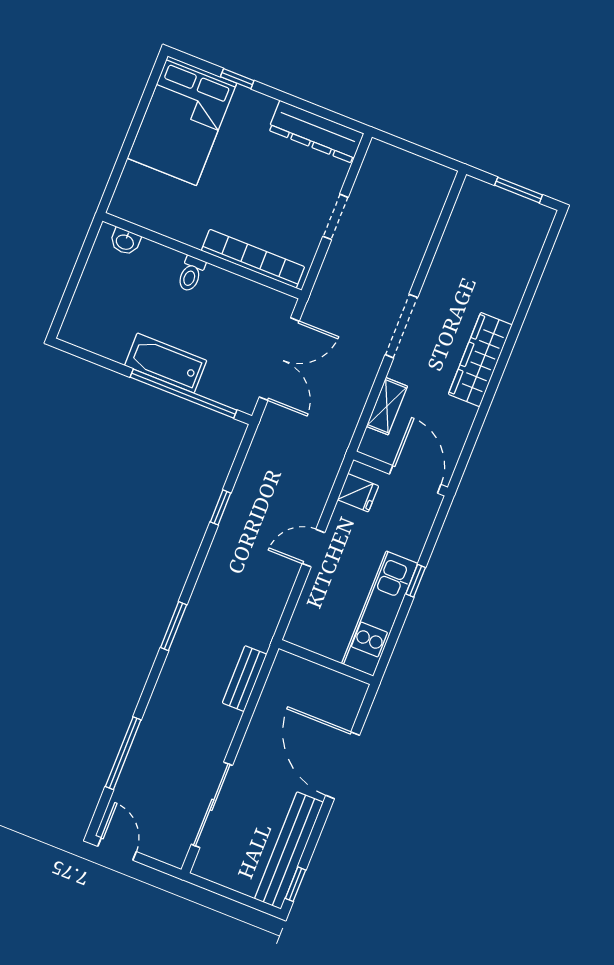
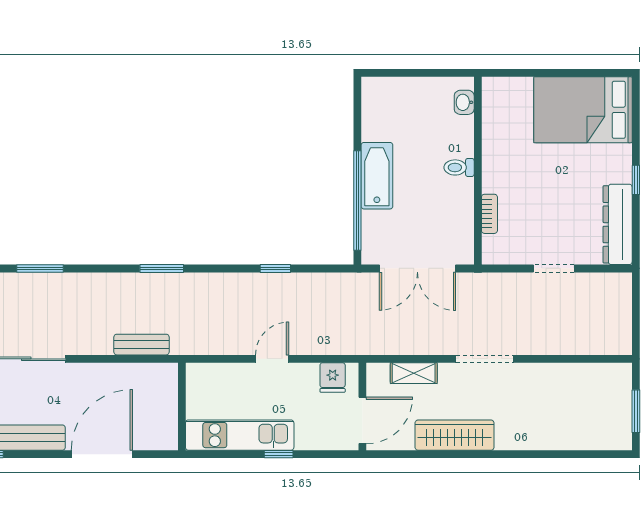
window: (237, 79) -> (636, 180), moved
bookcase: (253, 259) -> (489, 214), width x0.43, depth x0.76
wardrobe: (480, 360) -> (455, 435), moved
door: (313, 548) -> (272, 359), hinge flipped
window: (123, 753) -> (40, 268), width x0.69

